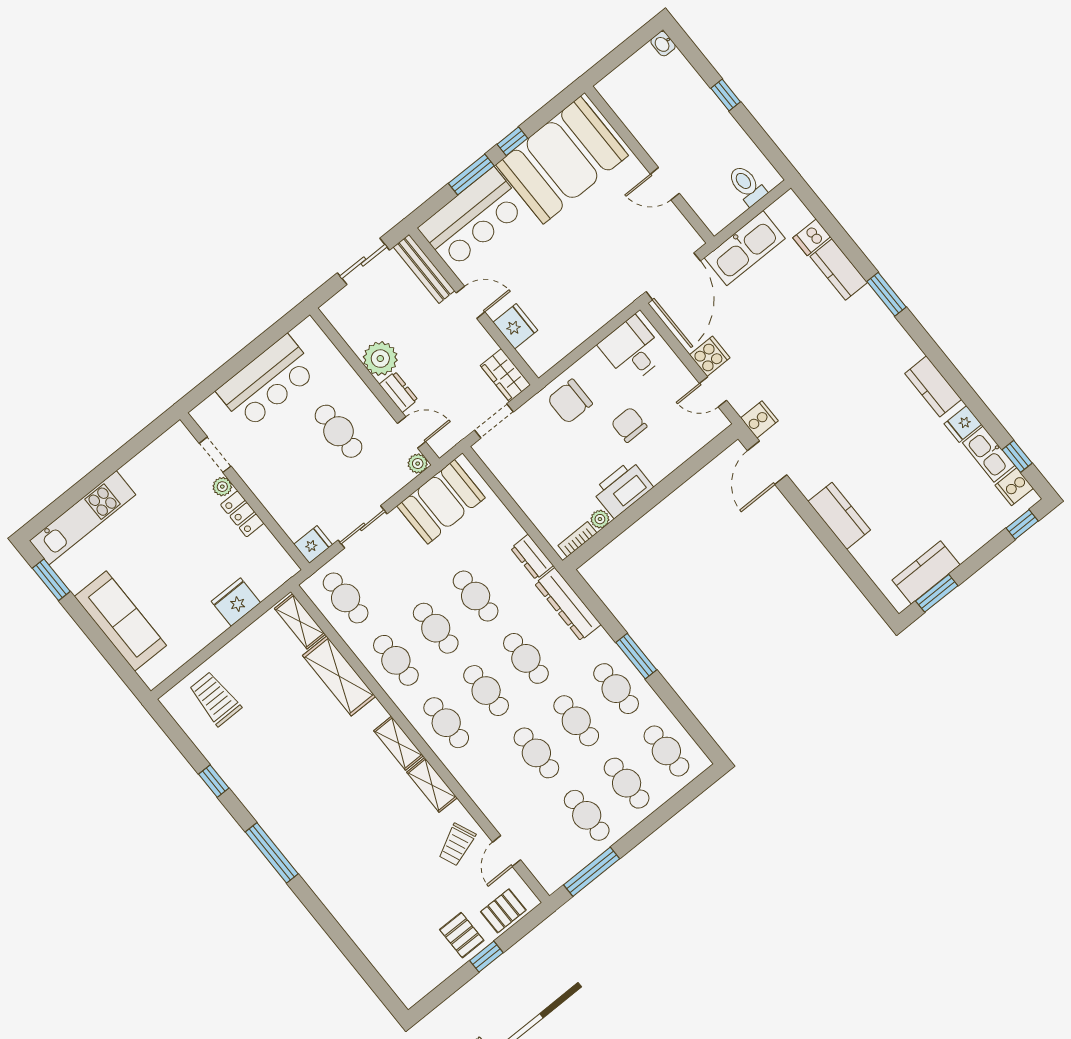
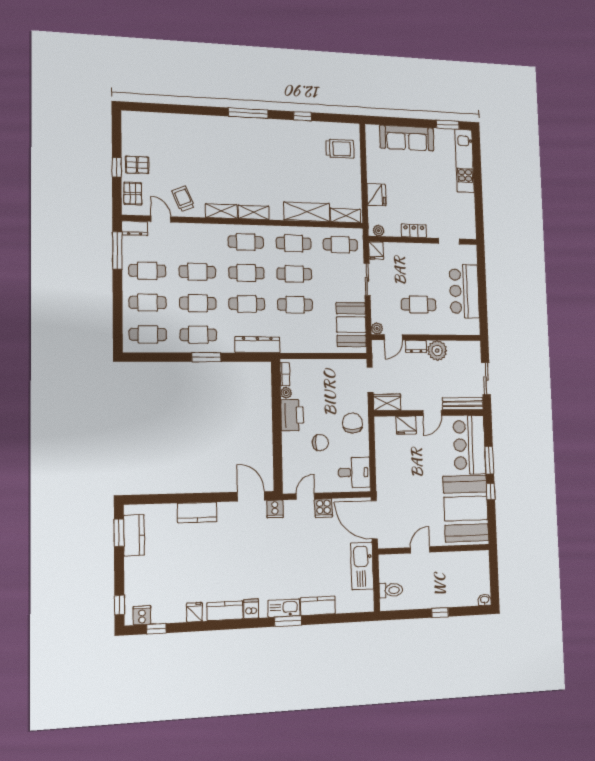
dishwasher: (812, 237) -> (251, 609), moved
kitchen sink: (989, 454) -> (284, 608), moved
plant: (222, 487) -> (379, 231), moved
dresser: (532, 557) -> (135, 228), moved, turned 180

